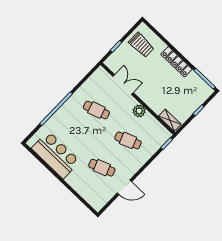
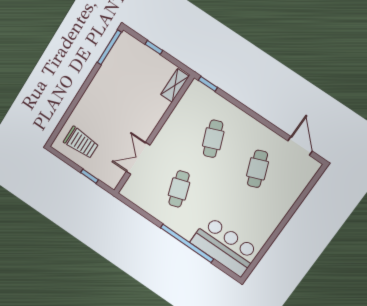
trolley: (141, 45) -> (81, 143), turned 90
locker: (176, 62) -> (94, 91), removed
plant: (139, 111) -> (170, 130), removed
bar counter: (56, 155) -> (225, 246), moved, turned 90
door: (124, 187) -> (300, 146), moved

